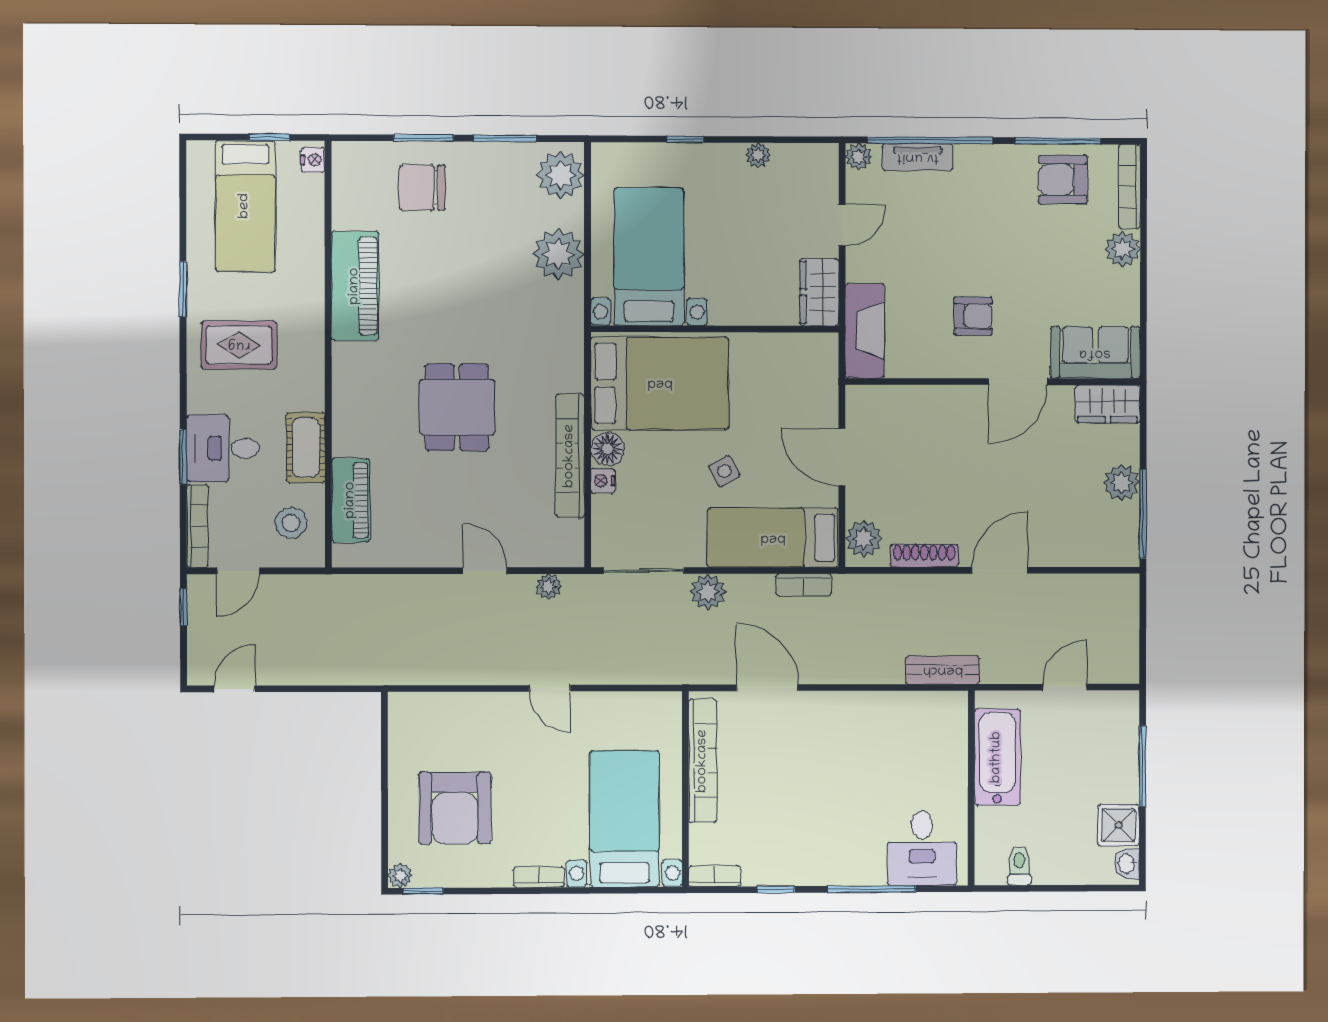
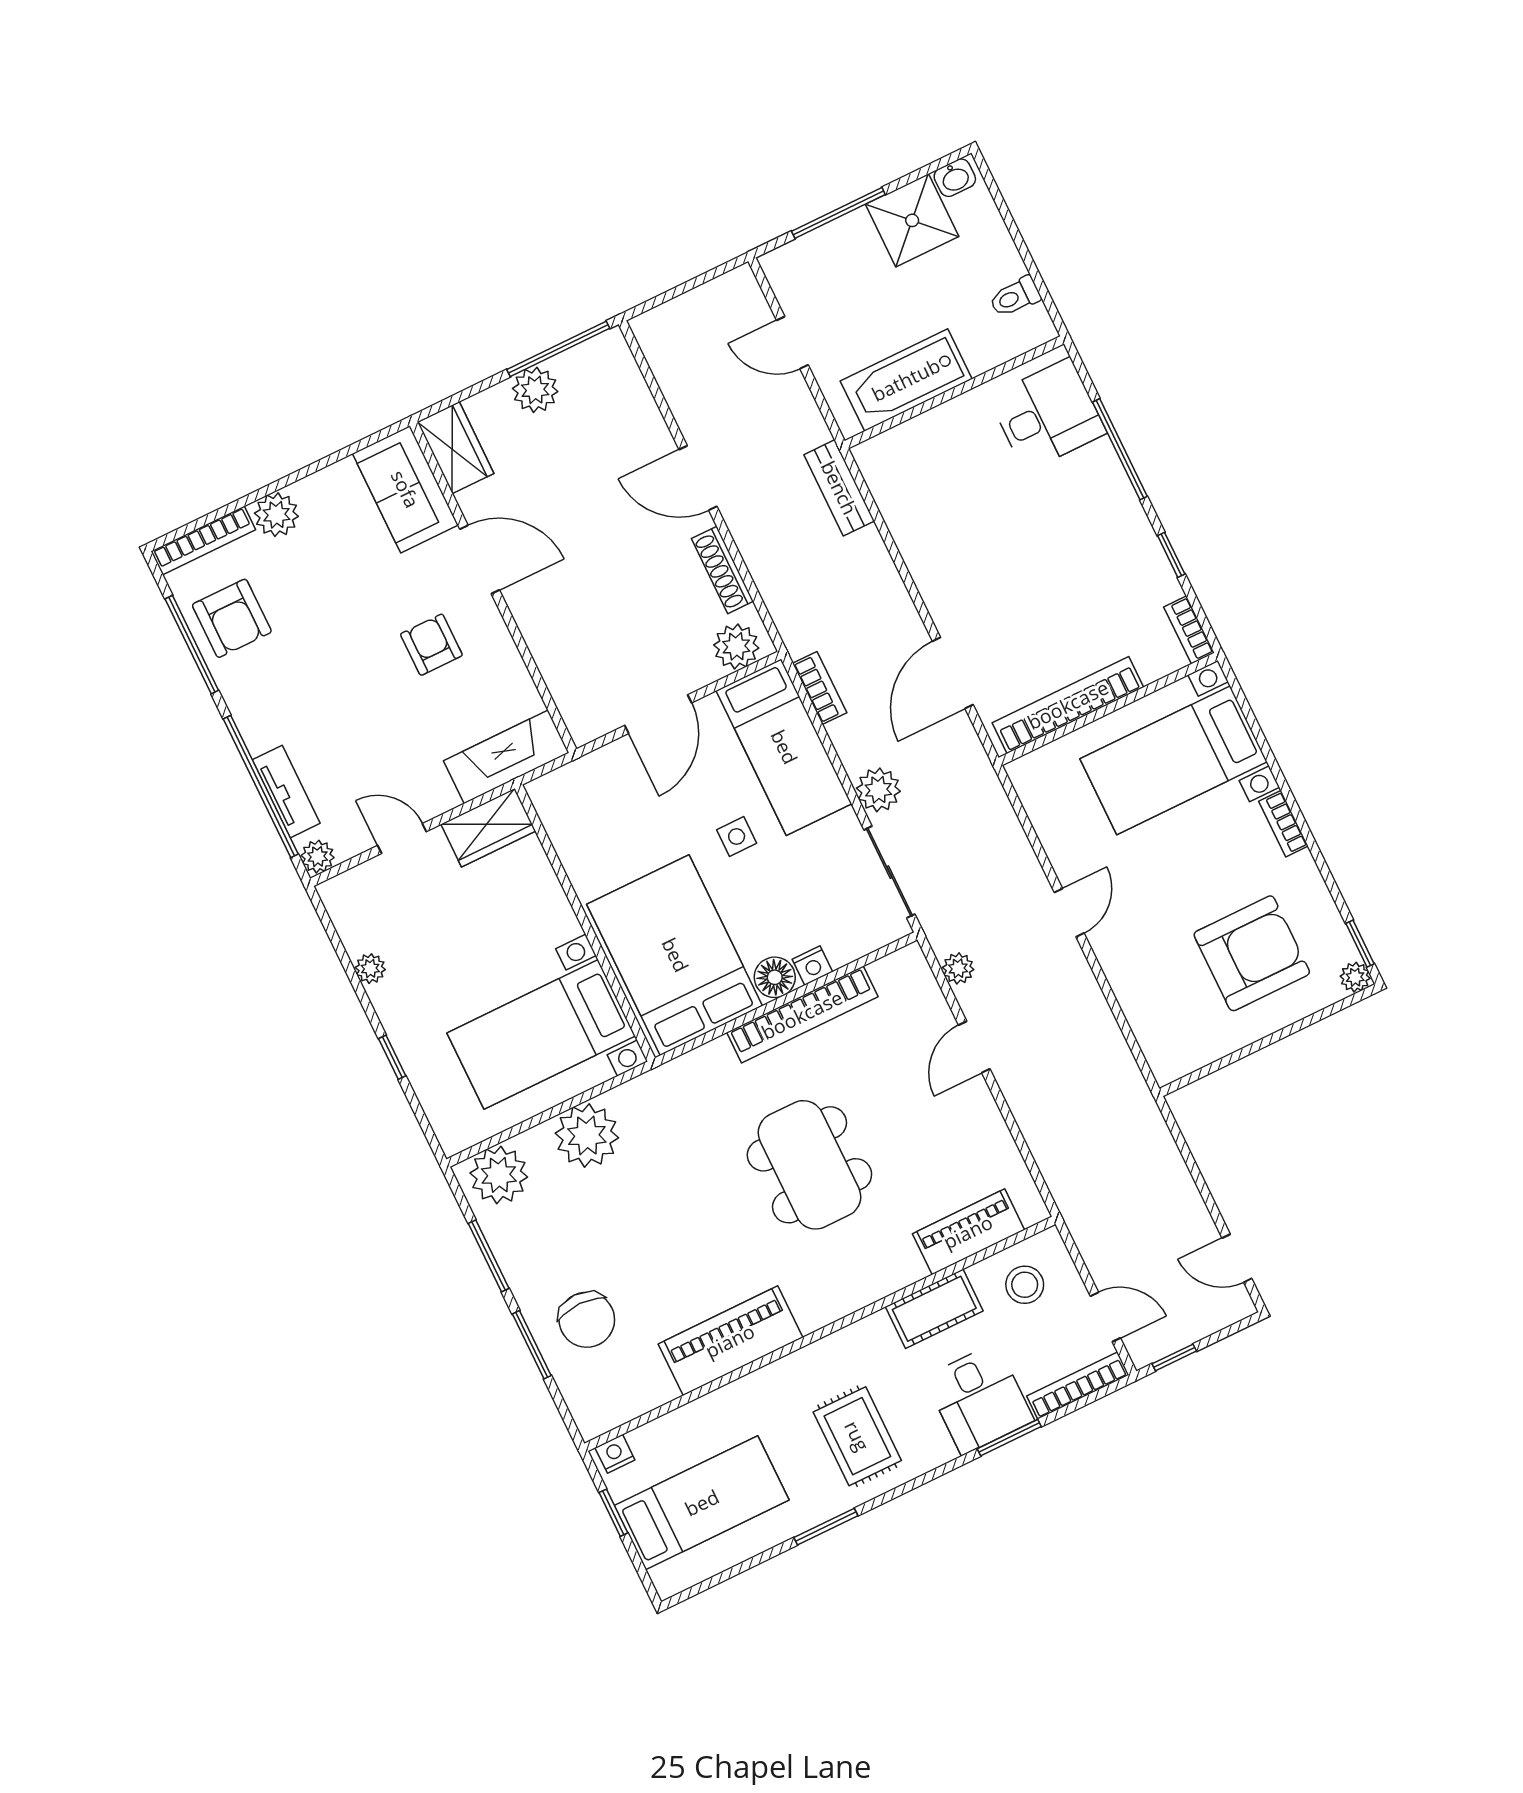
dining table: (457, 407) -> (809, 1165), width x1.38
side table: (724, 471) -> (737, 836), turned 30
shower: (1119, 825) -> (912, 220), width x1.36, depth x1.36

